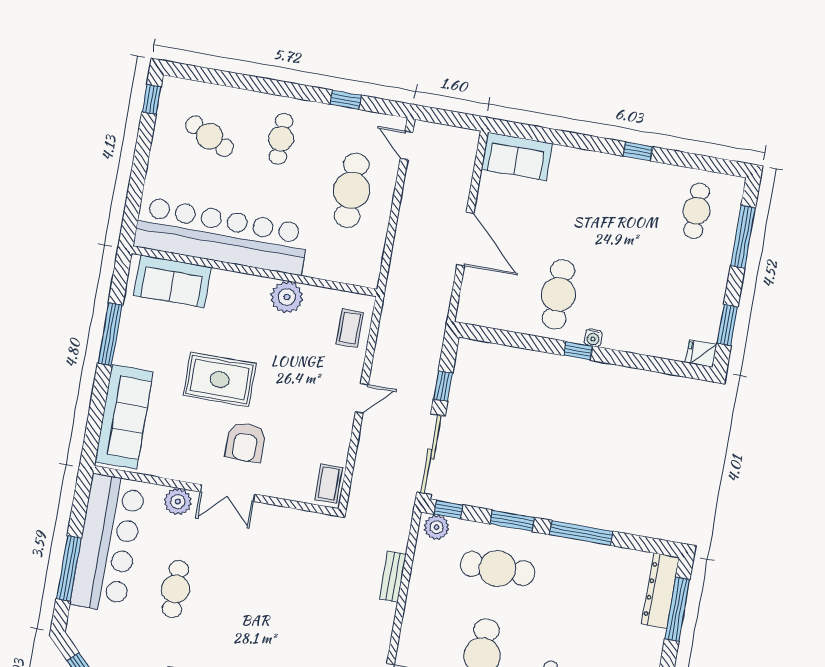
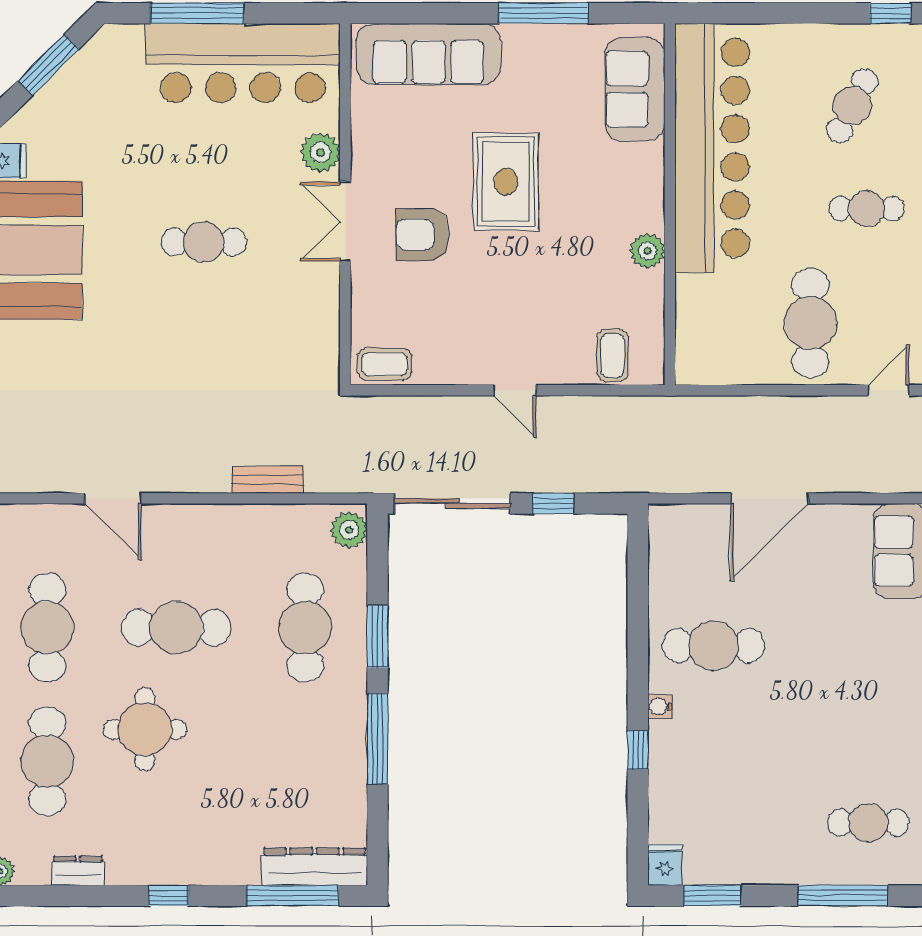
cafe table: (352, 190) -> (811, 323), turned 90
plant: (287, 297) -> (647, 251), width x0.73, depth x0.73
coffee table: (350, 328) -> (613, 355), turned 90
window: (578, 351) -> (638, 750), moved
window: (448, 510) -> (377, 542), removed
cafe table: (175, 589) -> (204, 242), moved

